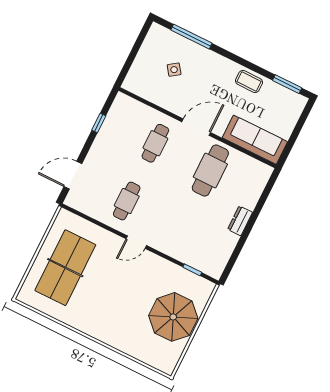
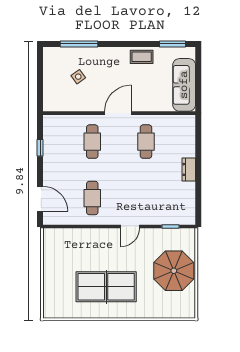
sofa: (255, 140) -> (184, 85), moved, turned -90
cafe table: (210, 171) -> (146, 142), width x0.73, depth x0.74
door: (73, 175) -> (40, 199), swing flipped
door: (136, 242) -> (130, 226), moved
table tennis table: (65, 268) -> (106, 287), moved, turned 90

